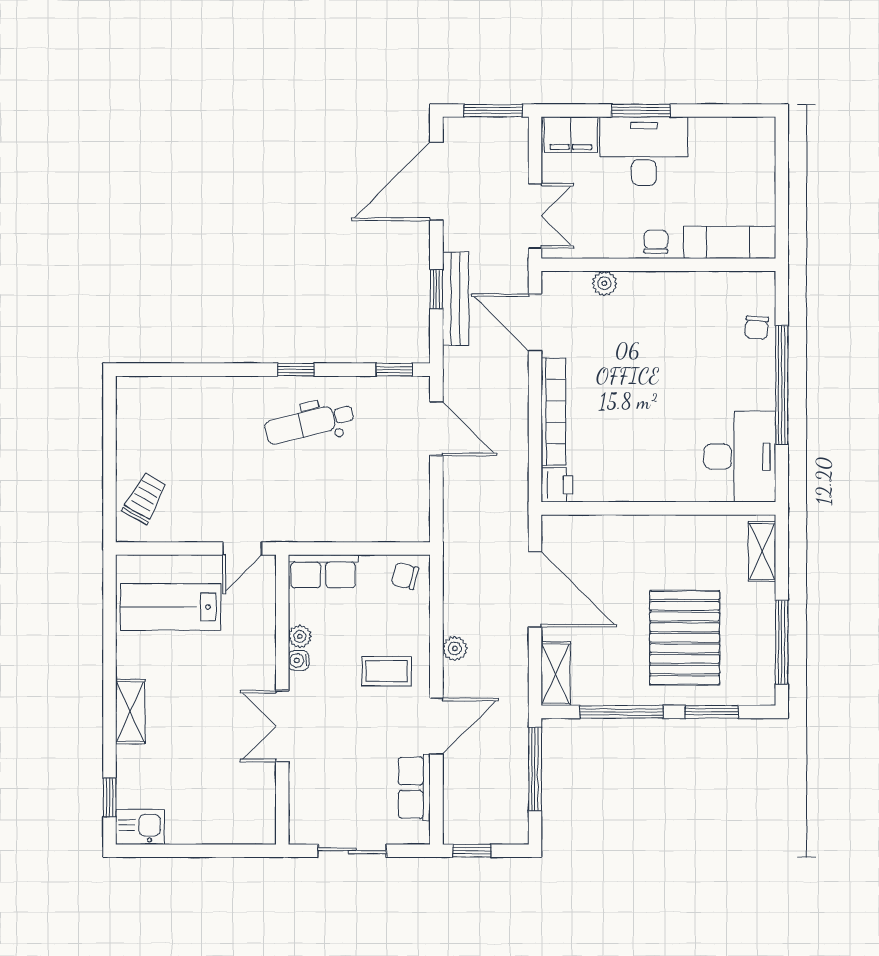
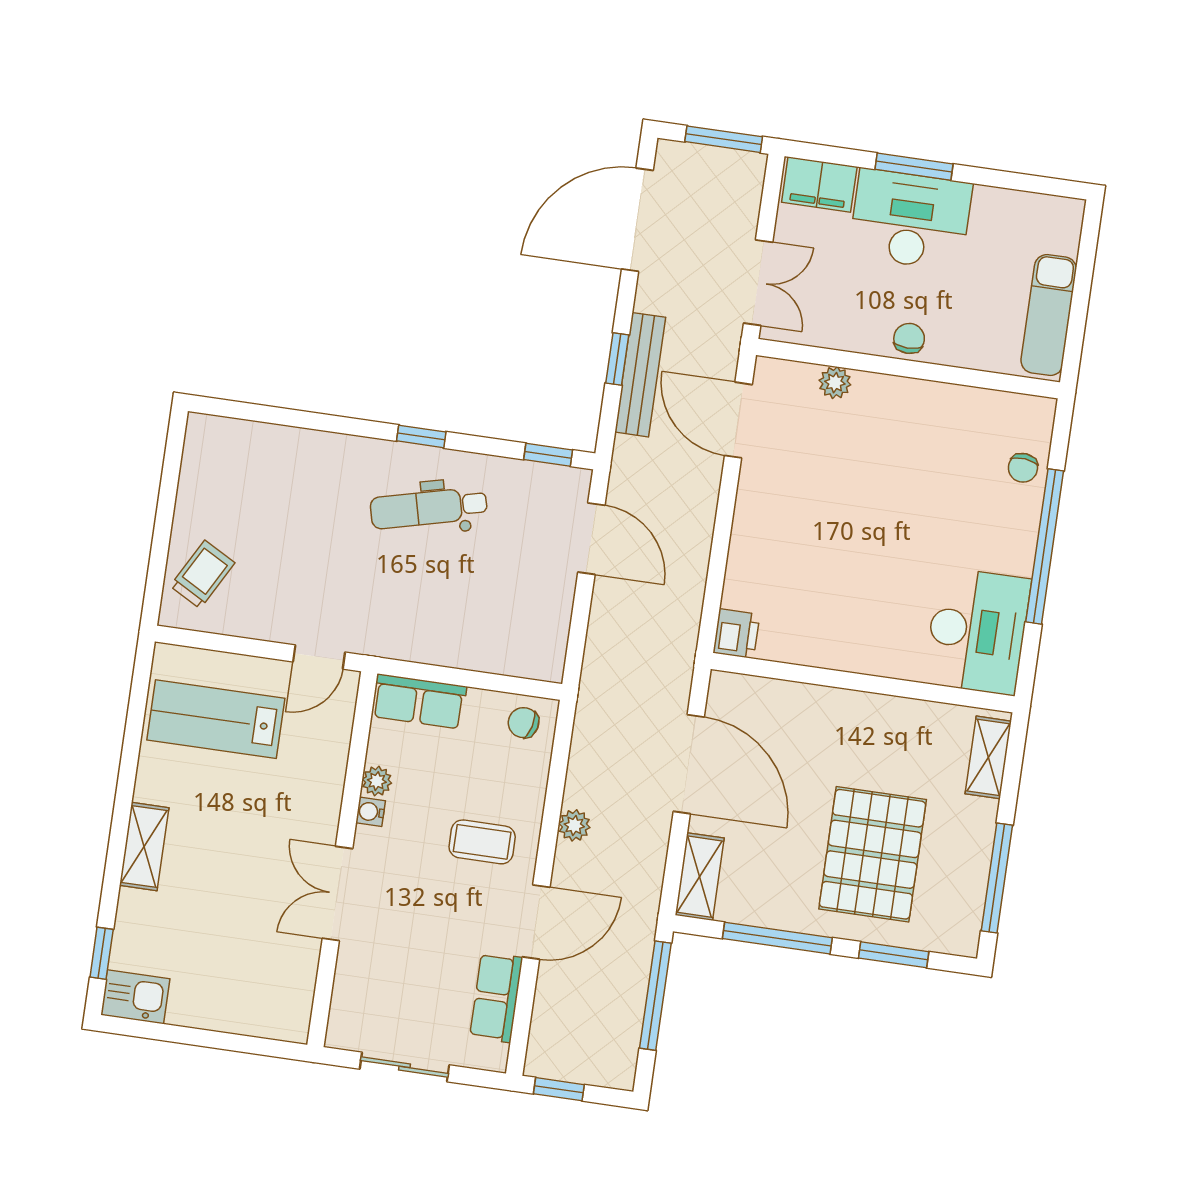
exam couch: (730, 242) -> (1049, 315), moved, turned -90
bookcase: (553, 412) -> (745, 538), removed

